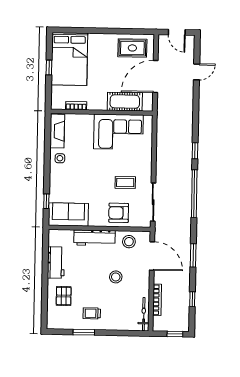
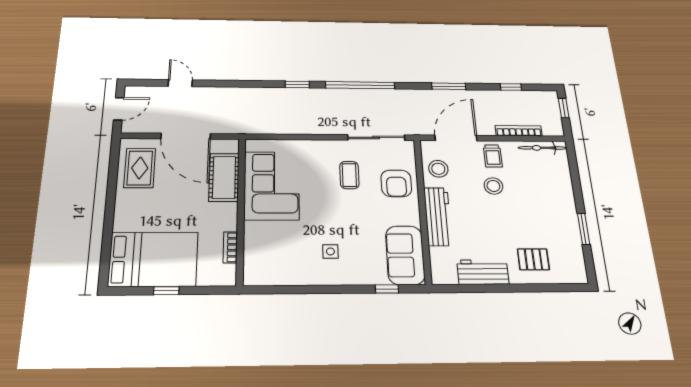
fireplace: (57, 131) -> (272, 275), removed
side table: (60, 158) -> (330, 251), moved
trolley: (92, 313) -> (493, 156), moved

